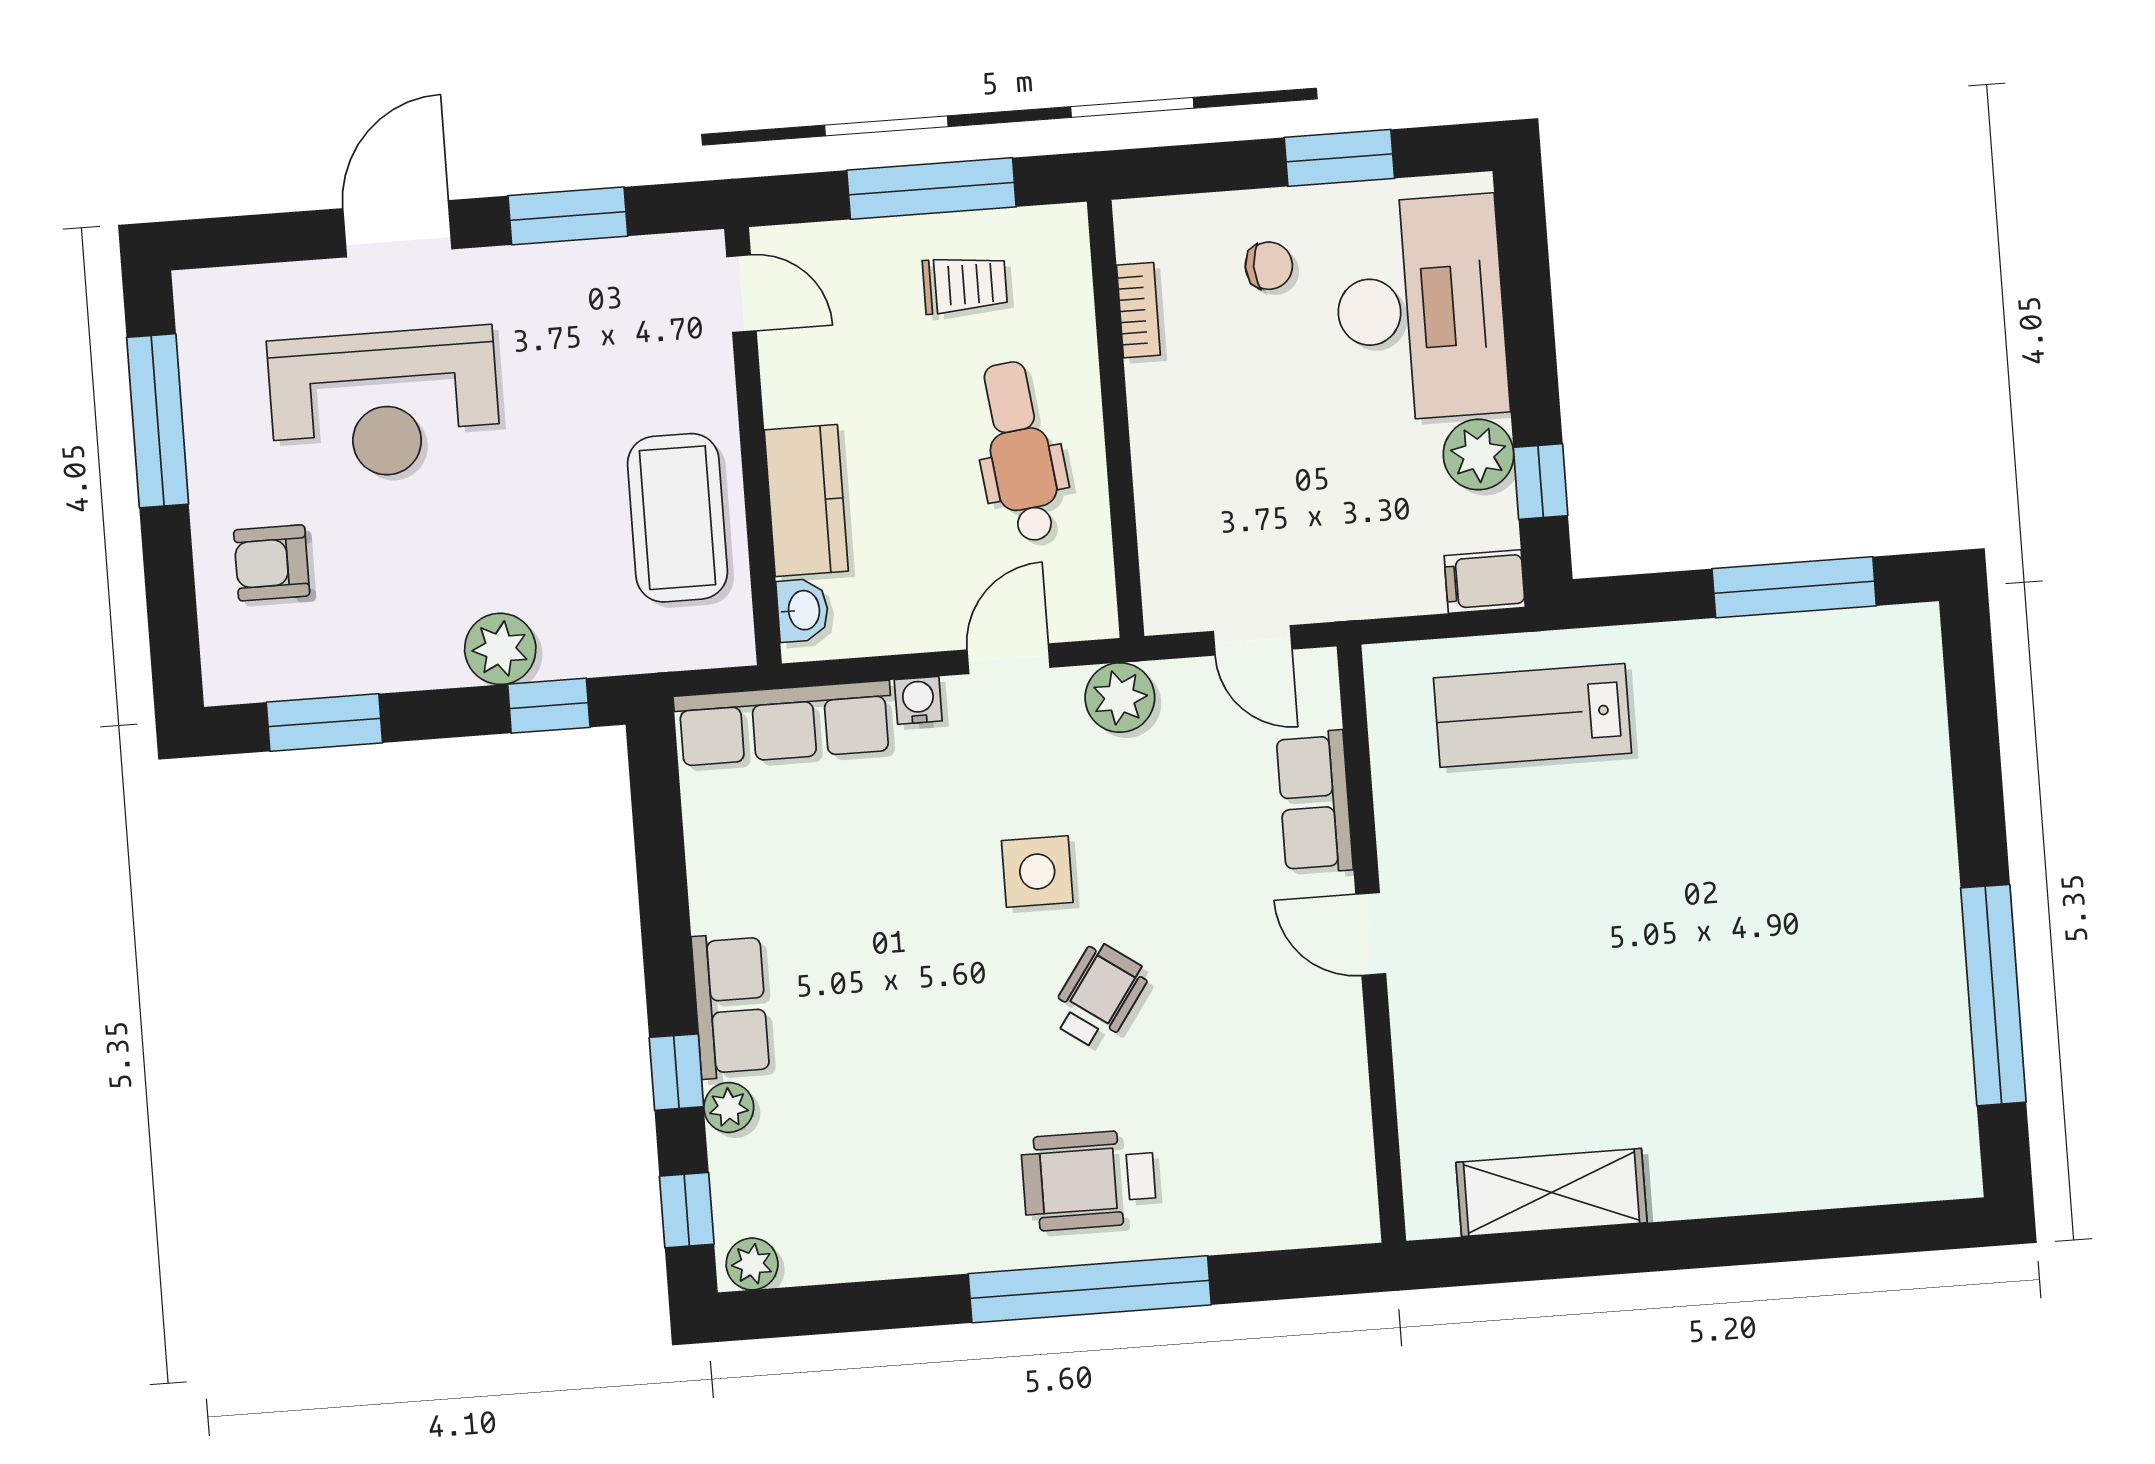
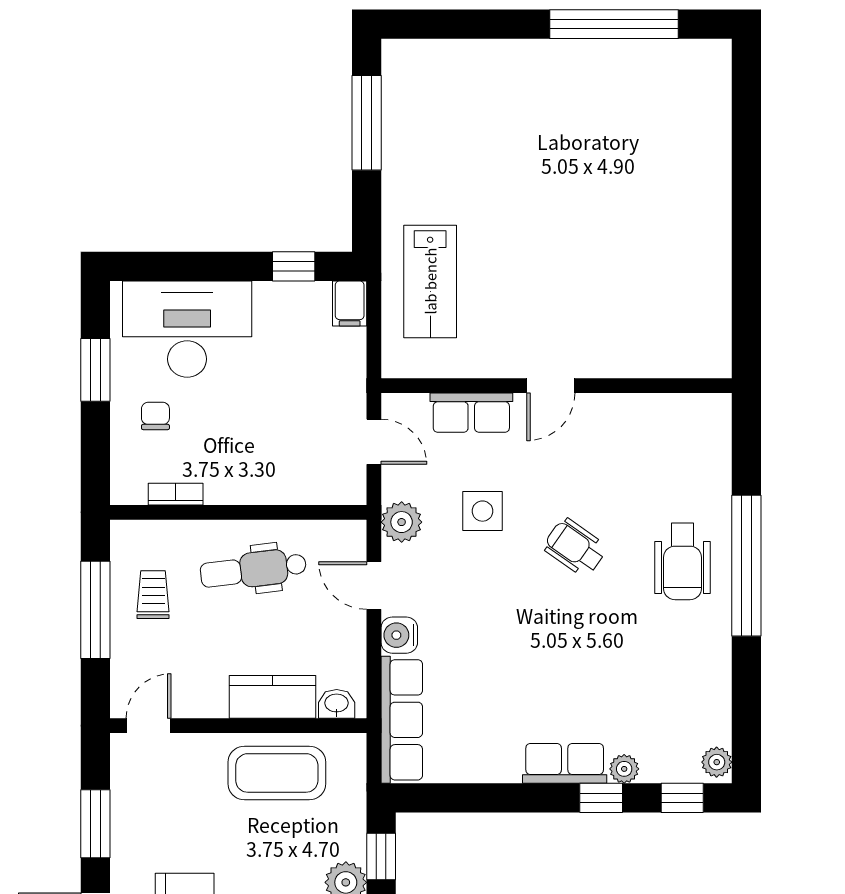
plant: (1479, 455) -> (275, 302), removed
door: (1253, 640) -> (374, 442), hinge flipped
water cooler: (918, 700) -> (399, 635), width x1.38, depth x1.38
side table: (1037, 872) -> (482, 511), moved
shelving: (1551, 1193) -> (710, 291), removed

